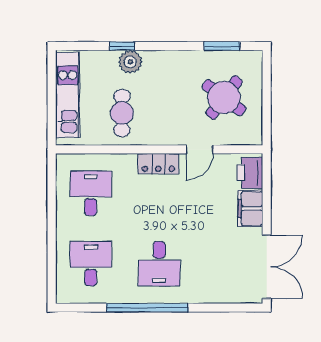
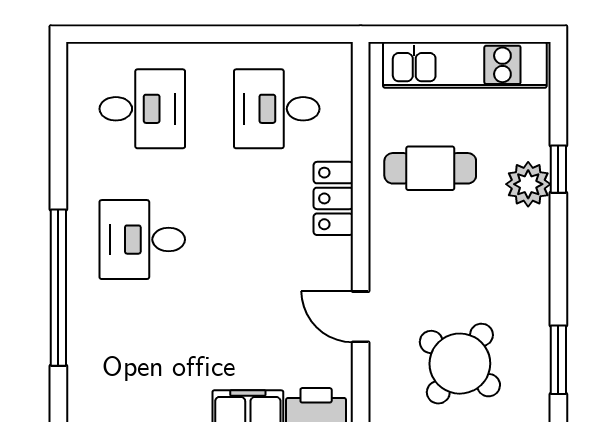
locker: (158, 164) -> (333, 198), moved
desk: (91, 193) -> (277, 109), turned 180
window: (147, 308) -> (58, 288), moved

